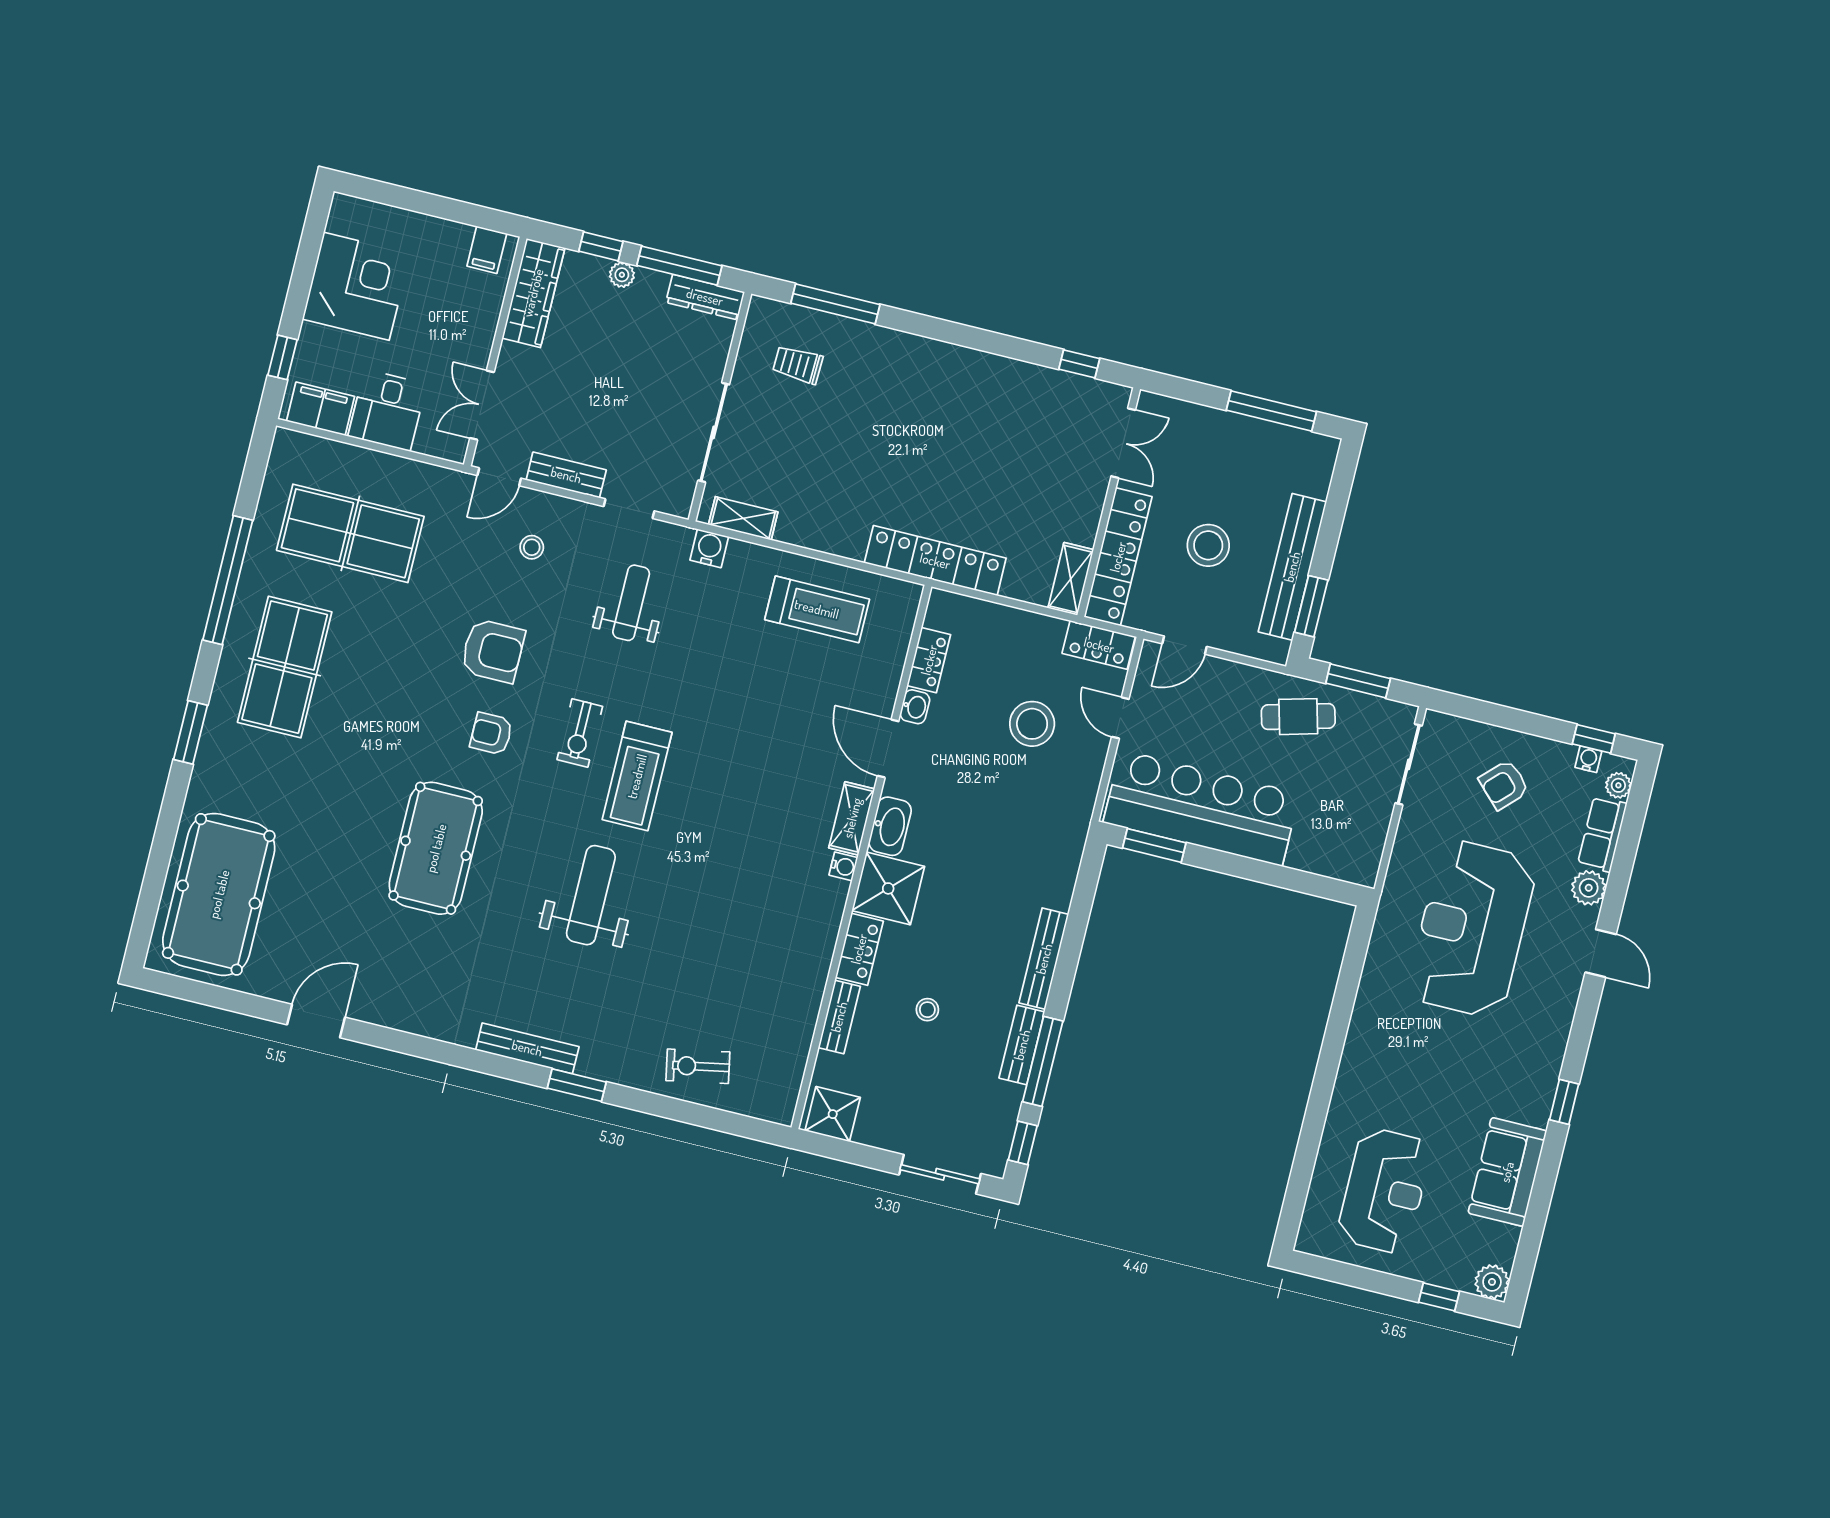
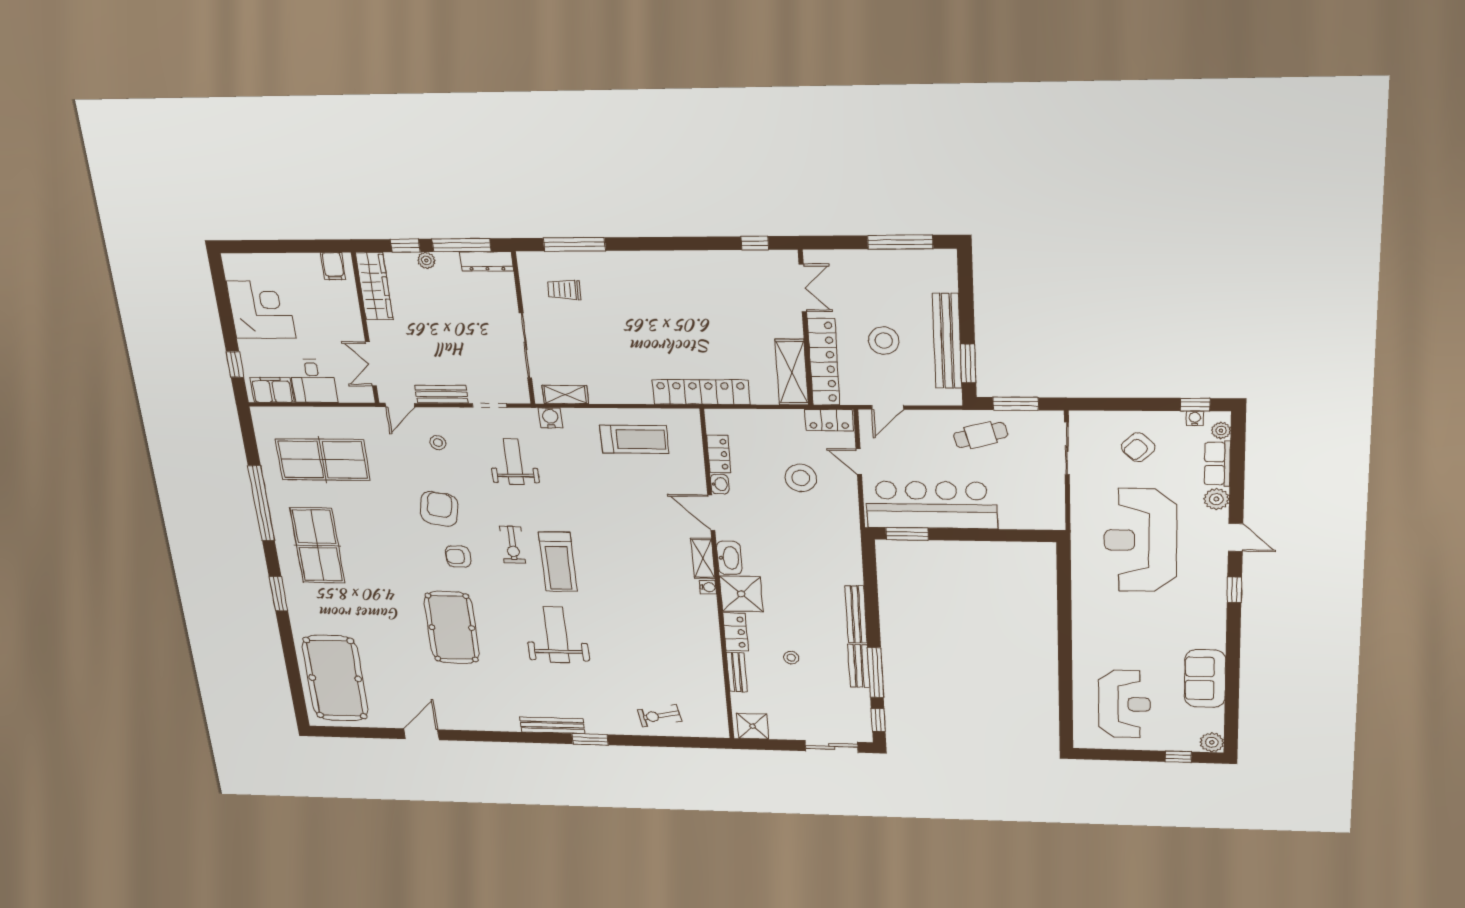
shelving: (1071, 579) -> (792, 372), width x1.50, depth x1.33
armchair: (493, 651) -> (439, 509), turned -79
window: (1564, 1102) -> (1234, 590), moved

